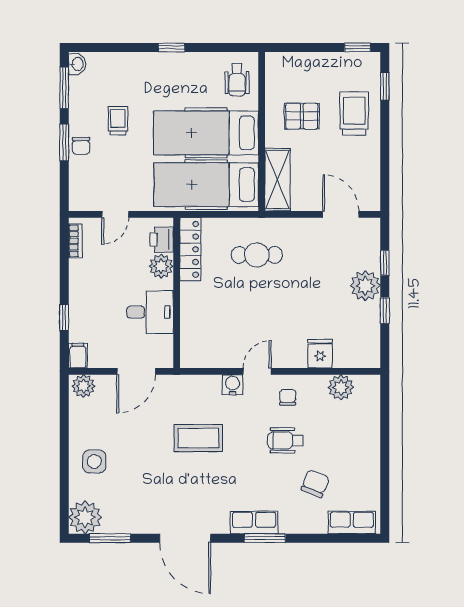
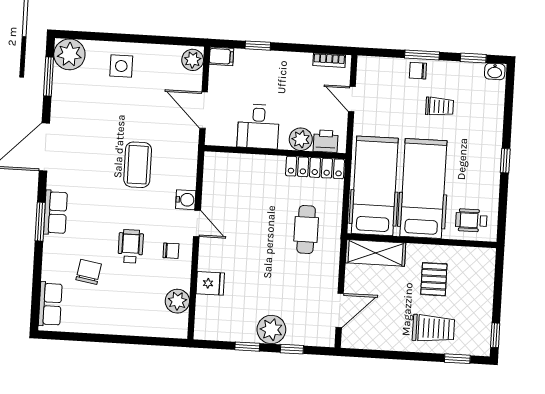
window: (64, 88) -> (473, 58), width x0.67
chair: (315, 484) -> (89, 272), turned -102

